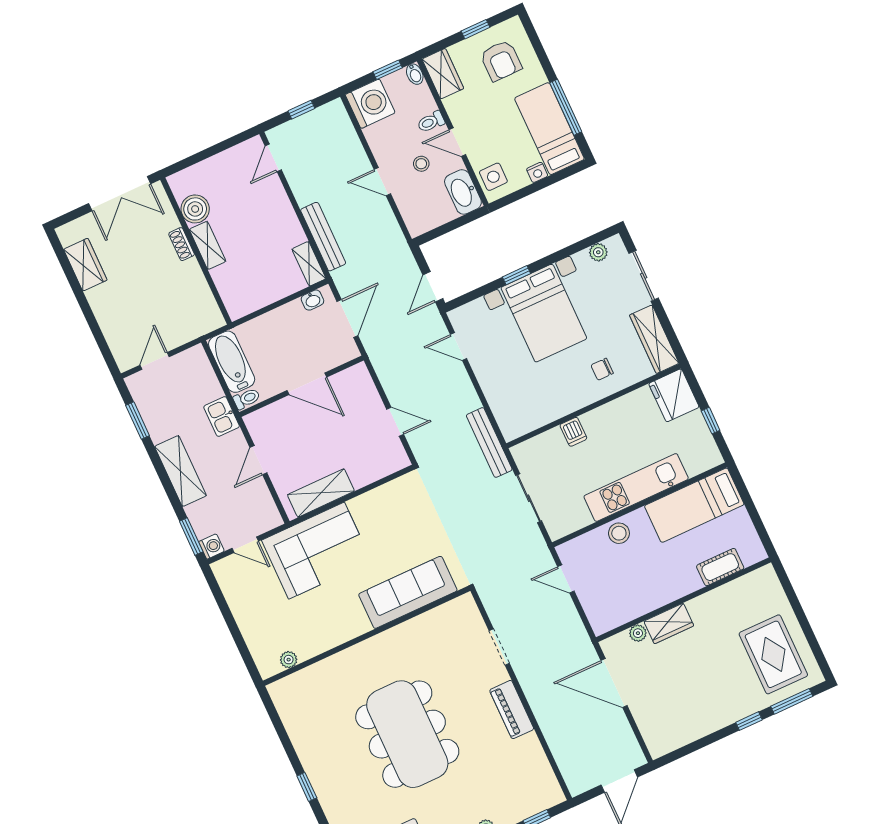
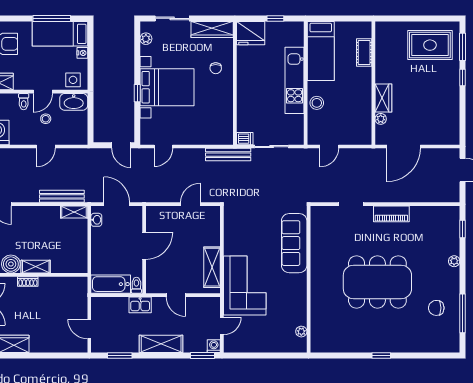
dishwasher: (573, 432) -> (245, 139), moved

